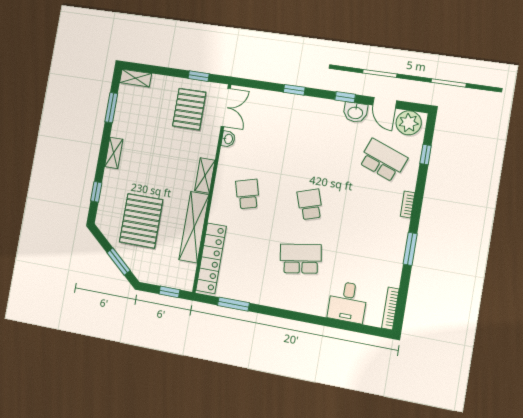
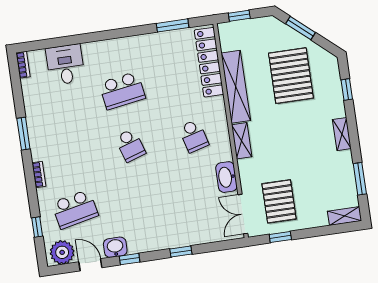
washbasin: (228, 139) -> (226, 177), width x1.91, depth x1.45
school desk: (383, 160) -> (75, 209), turned -33
bookcase: (390, 308) -> (23, 65), width x0.64

